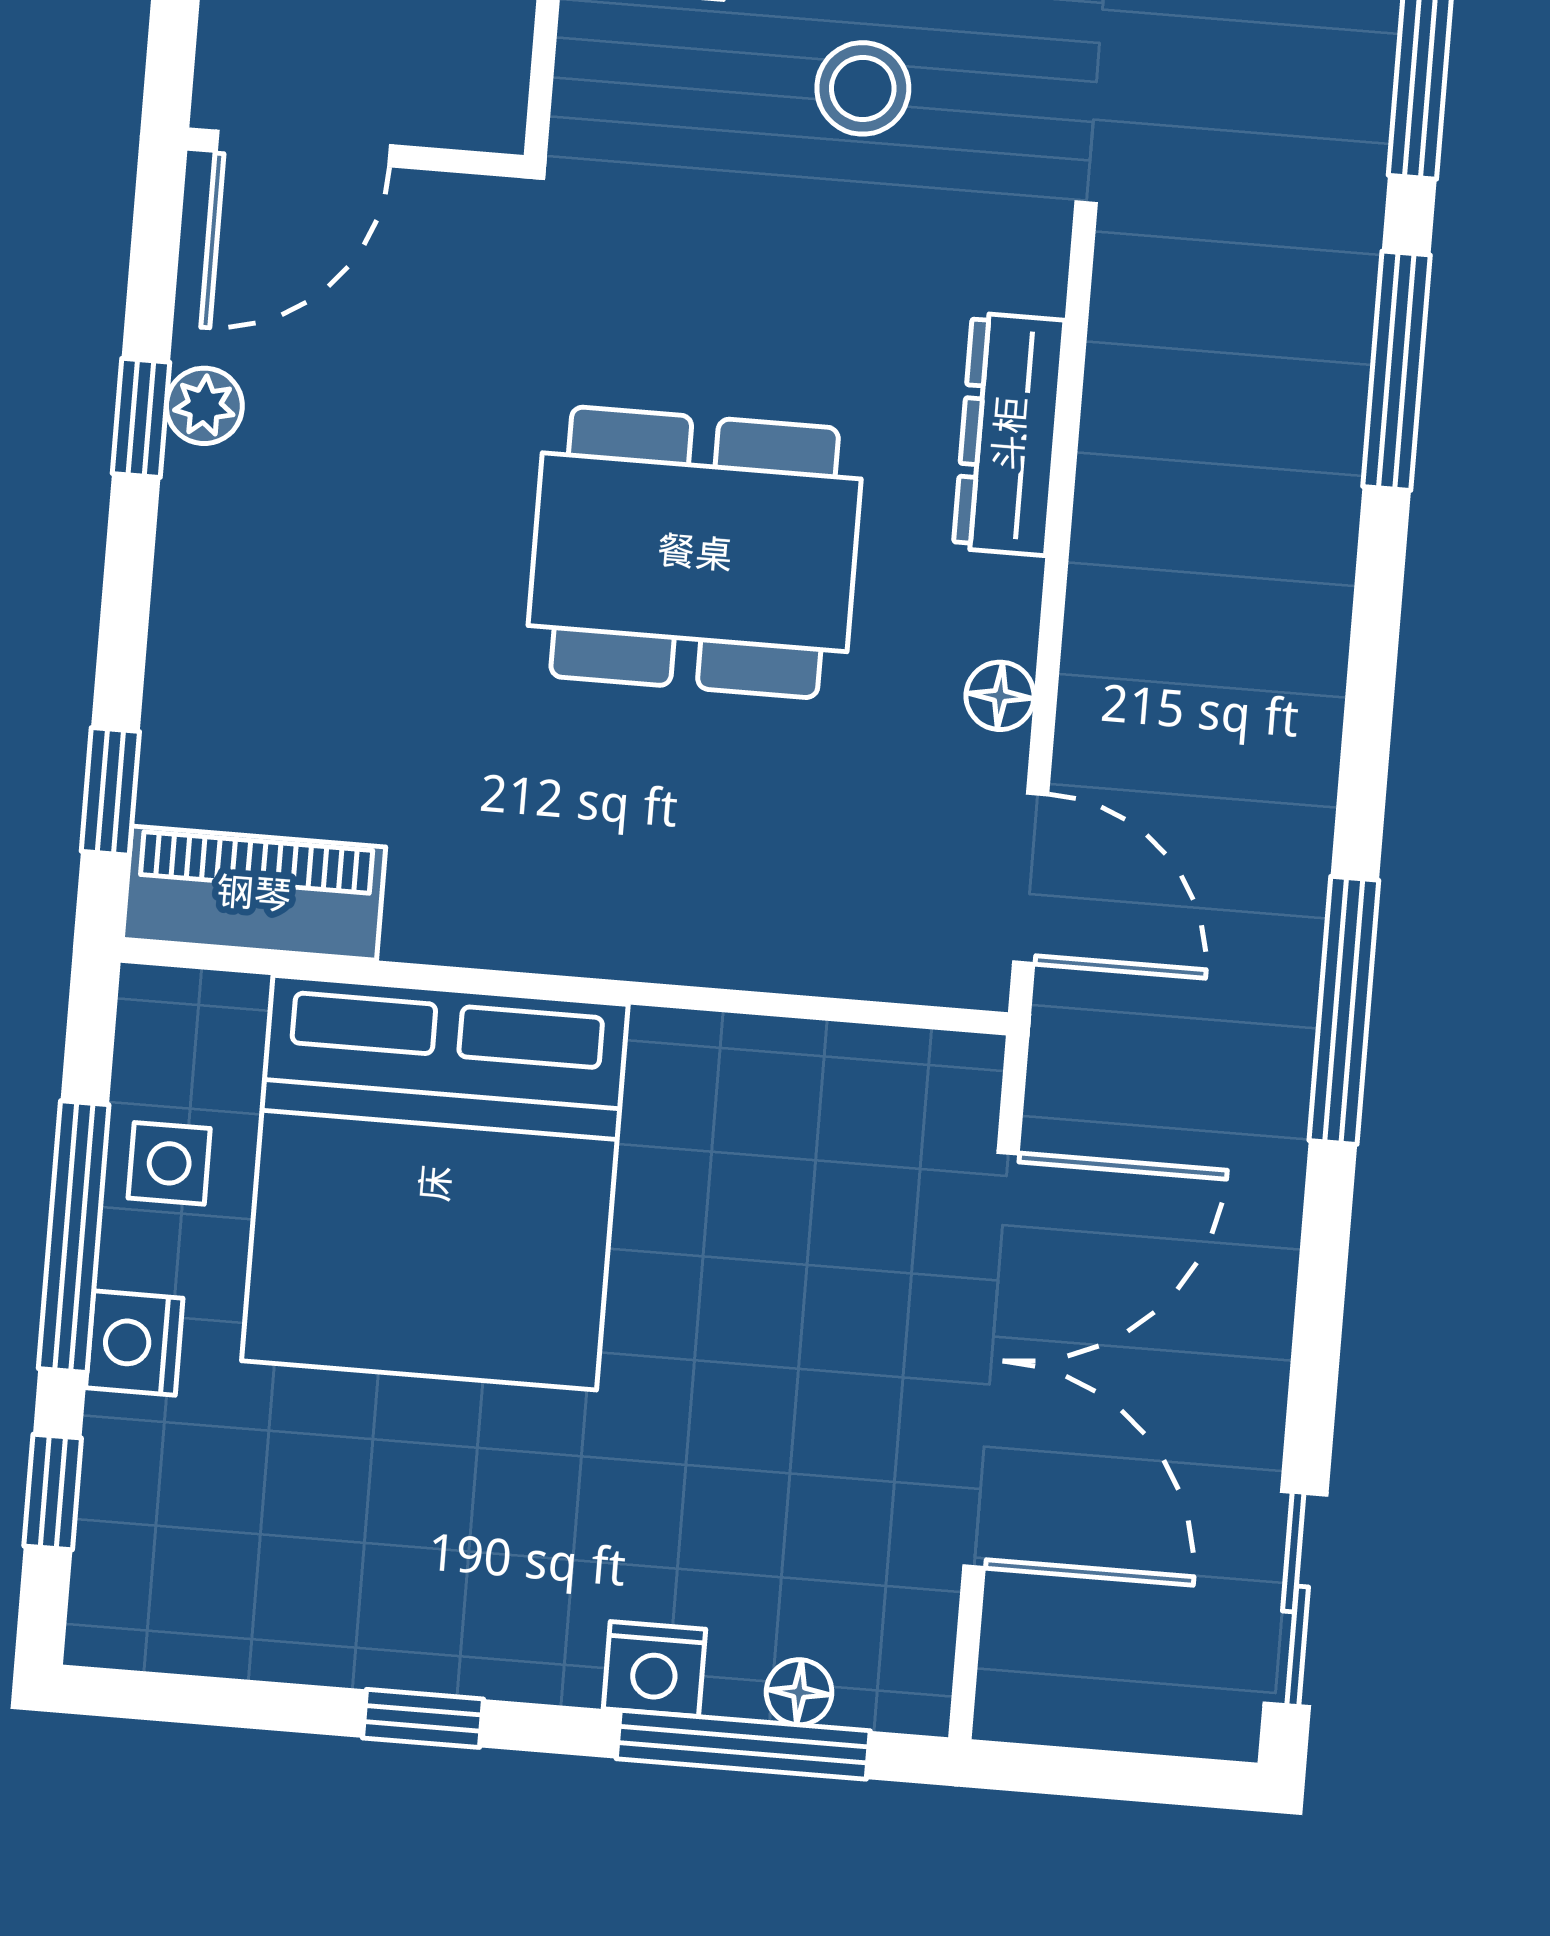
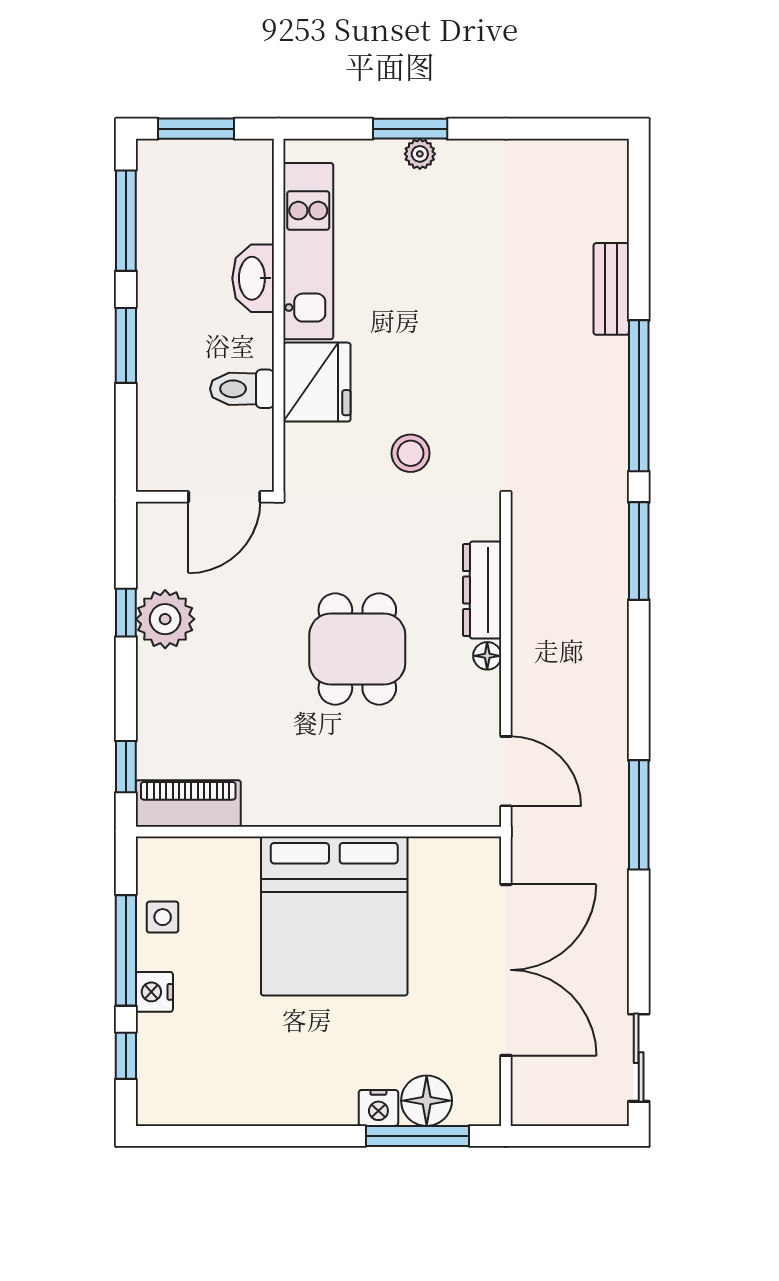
door: (303, 149) -> (224, 497), moved
plant: (204, 406) -> (165, 619), width x1.88, depth x1.88
dining table: (695, 552) -> (357, 649), width x0.73
floor lamp: (1000, 696) -> (487, 656), moved
bed: (435, 1183) -> (334, 916), moved
floor lamp: (799, 1692) -> (427, 1101), width x1.89, depth x1.89
window: (423, 1718) -> (285, 1136), removed

